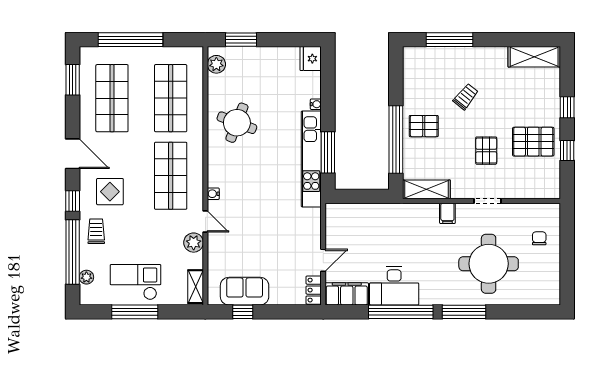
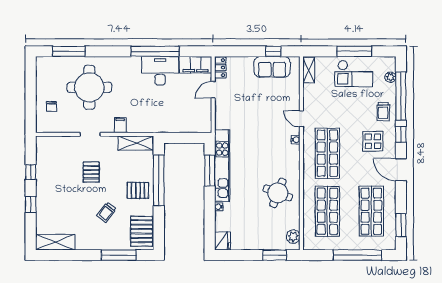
pallet: (533, 142) -> (142, 231), moved, turned 90
plant: (194, 243) -> (310, 103), removed
window: (464, 312) -> (69, 51), moved

